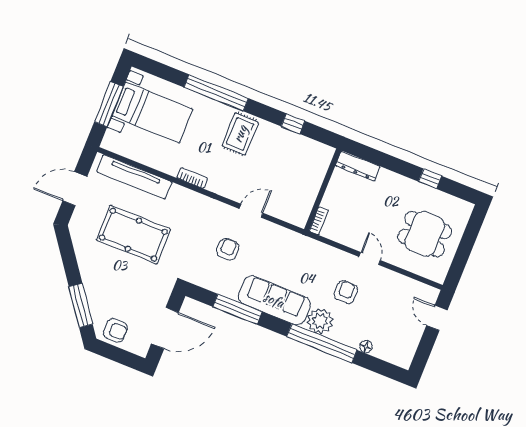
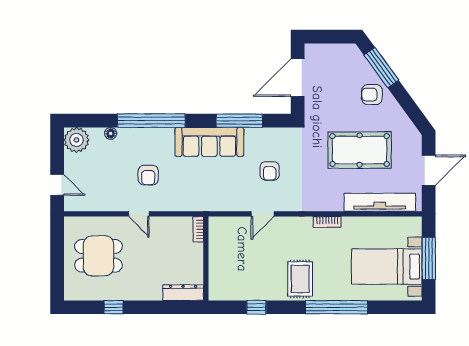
plant: (320, 321) -> (76, 140), moved
armchair: (116, 330) -> (372, 95), moved

